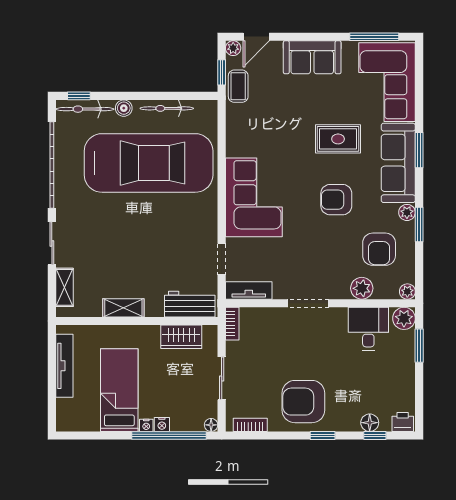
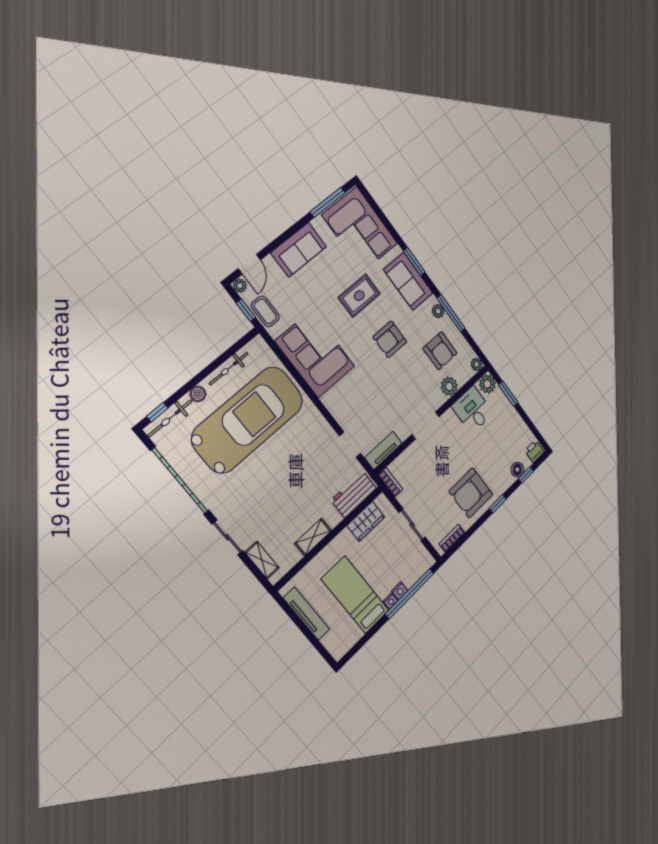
sofa: (398, 163) -> (408, 281), width x0.73
corner sofa: (254, 197) -> (315, 354), moved
window: (419, 224) -> (451, 313), width x1.44
floor lamp: (211, 425) -> (429, 561), removed

